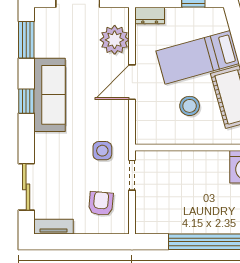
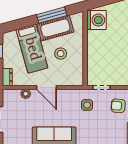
plant: (115, 40) -> (26, 94), width x0.53, depth x0.53

